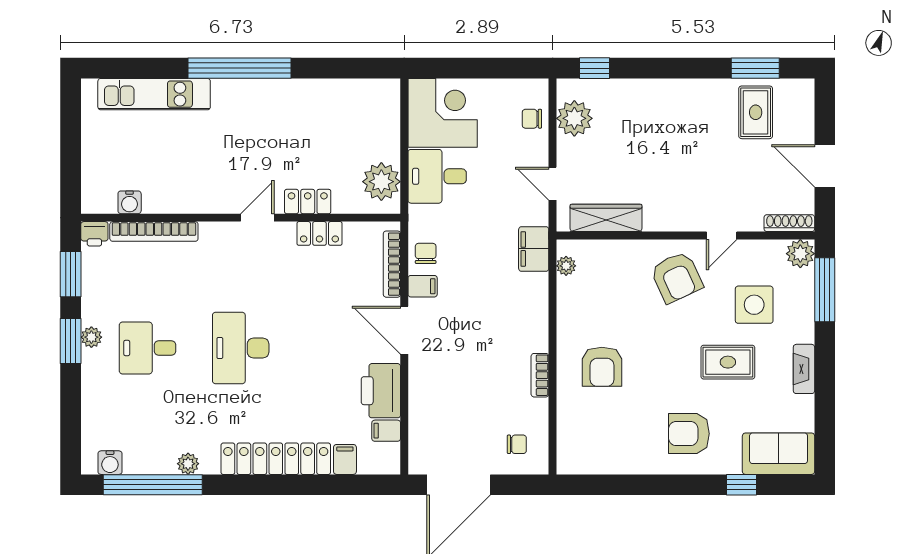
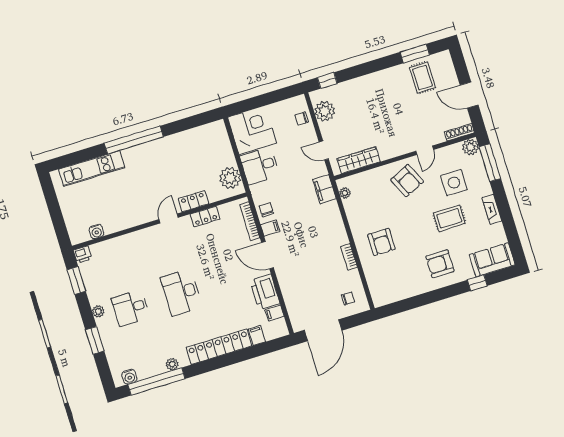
bookcase: (154, 231) -> (115, 243), removed
window: (71, 341) -> (95, 340), moved

